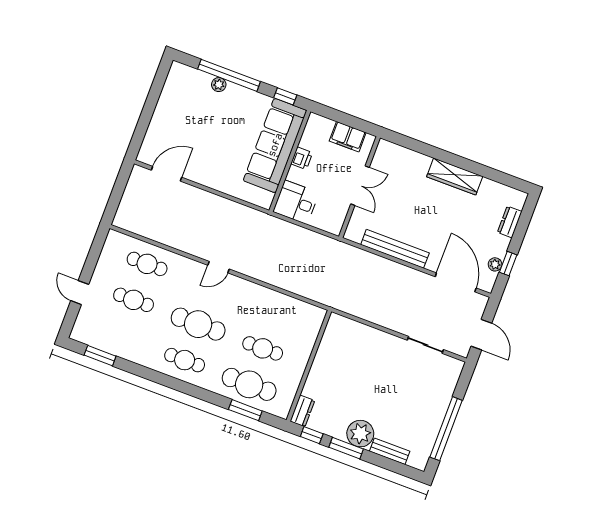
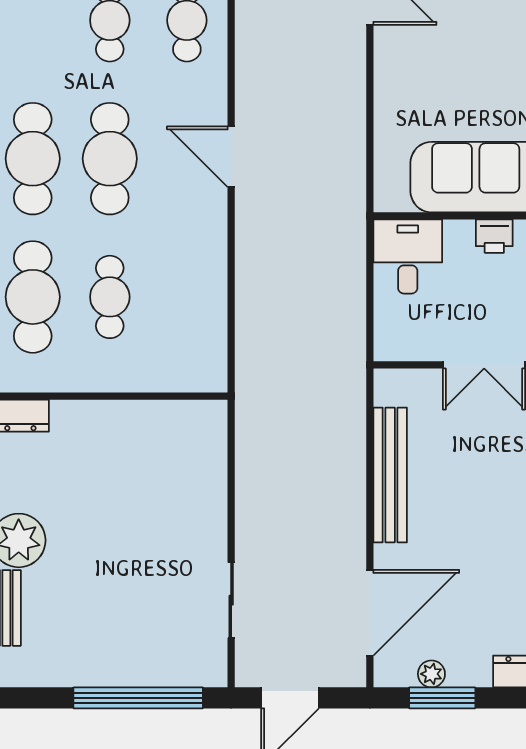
window: (508, 264) -> (442, 698), width x1.50
door: (218, 267) -> (231, 157), width x1.38
cafe table: (185, 360) -> (33, 159), width x1.37, depth x1.35
window: (446, 429) -> (138, 698), moved

